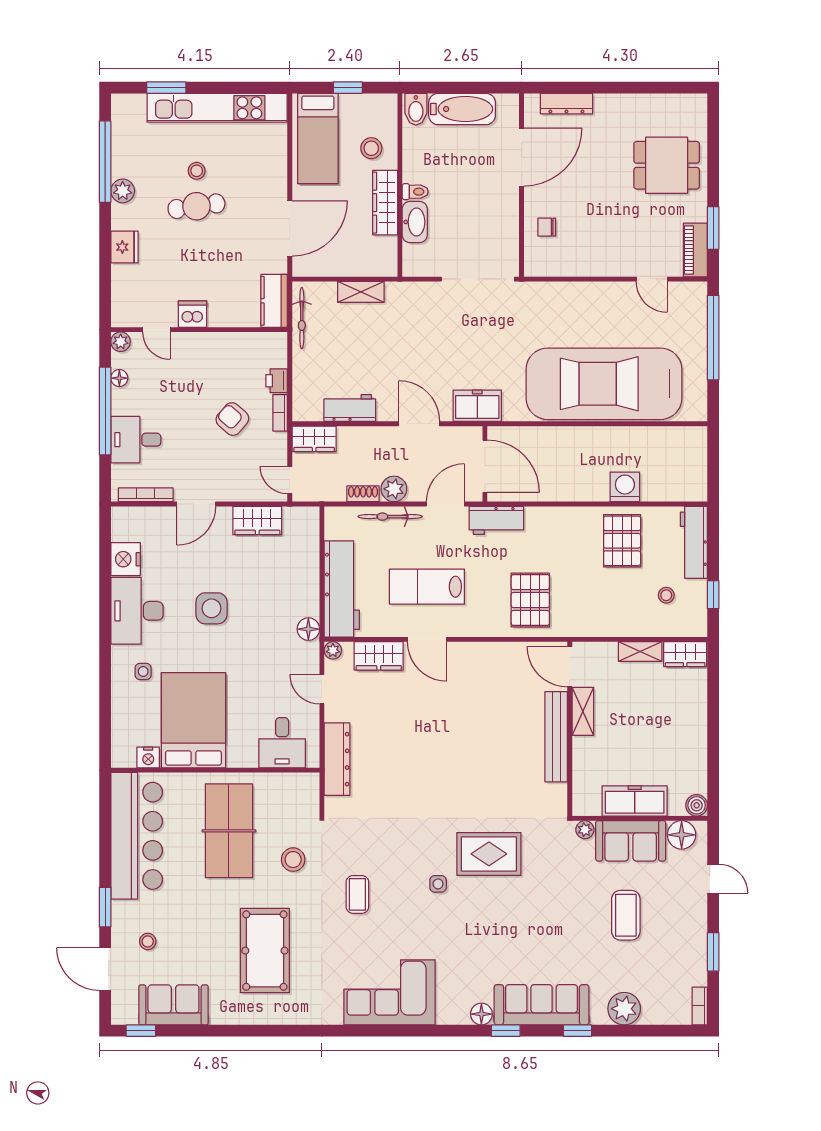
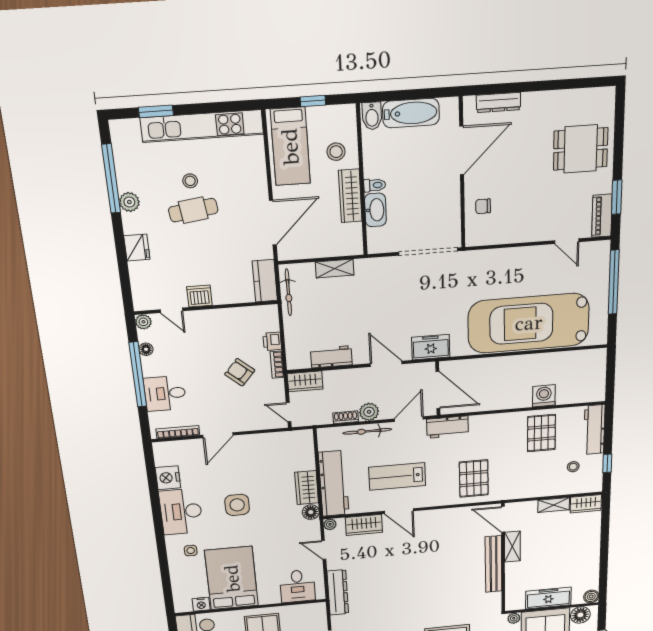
wardrobe: (257, 521) -> (307, 488), moved, turned 90

